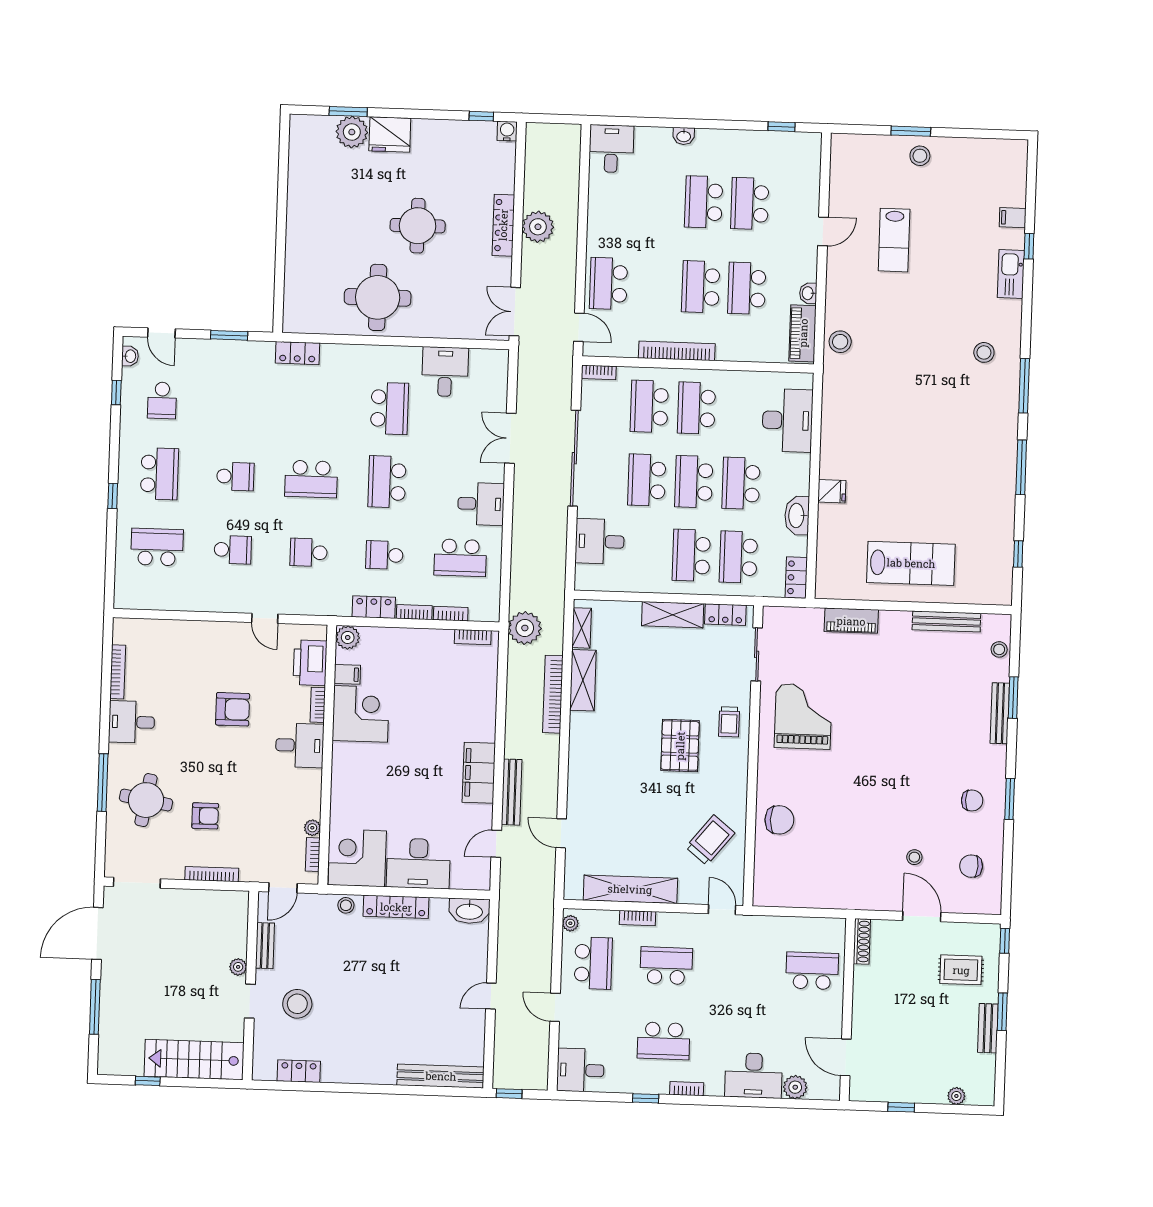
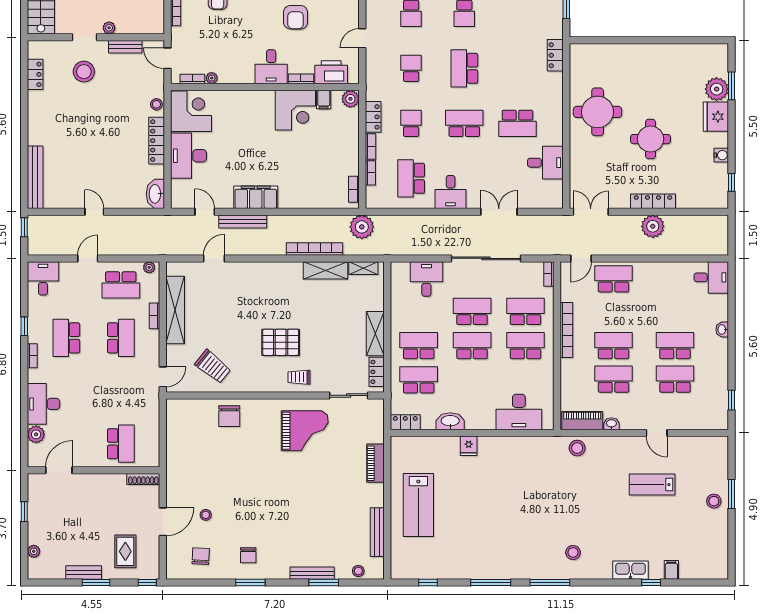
water cooler: (507, 131) -> (721, 155), moved
school desk: (741, 483) -> (472, 380), removed

